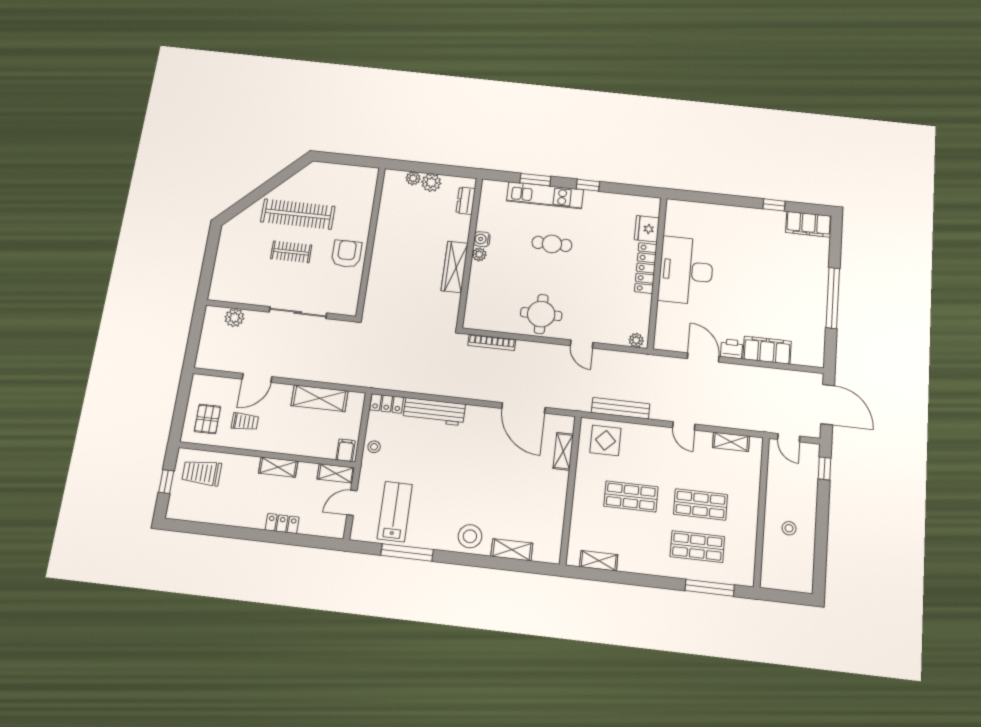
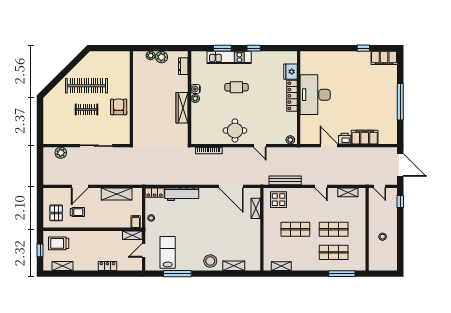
shelving: (278, 467) -> (63, 266), moved

